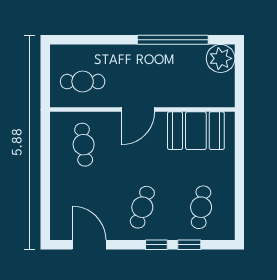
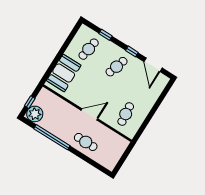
window: (239, 71) -> (30, 102), added
cafe table: (83, 82) -> (86, 142), moved
booth: (196, 131) -> (64, 73), moved, turned 90
window: (156, 245) -> (132, 51), moved

